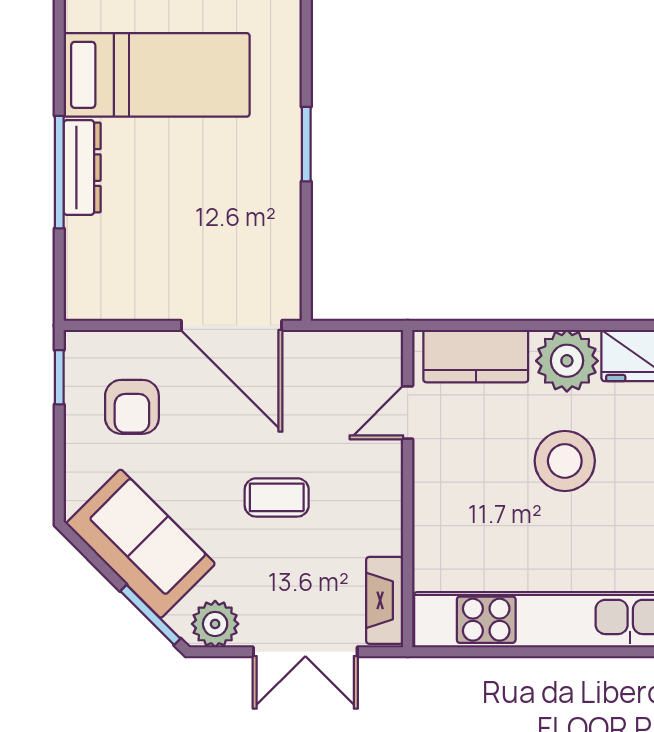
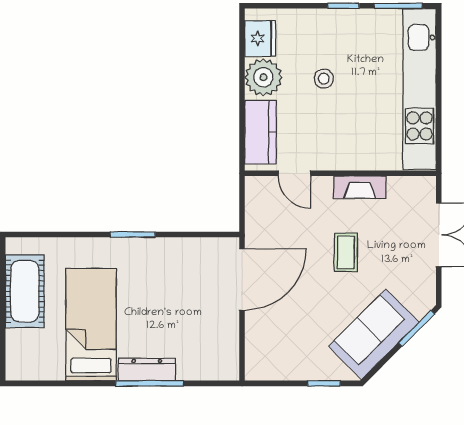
window: (59, 377) -> (324, 383), moved
armchair: (132, 407) -> (291, 340), removed
stool: (565, 461) -> (324, 79), width x0.53, depth x0.53
fireplace: (385, 600) -> (360, 187), moved
plant: (215, 624) -> (422, 289), removed

